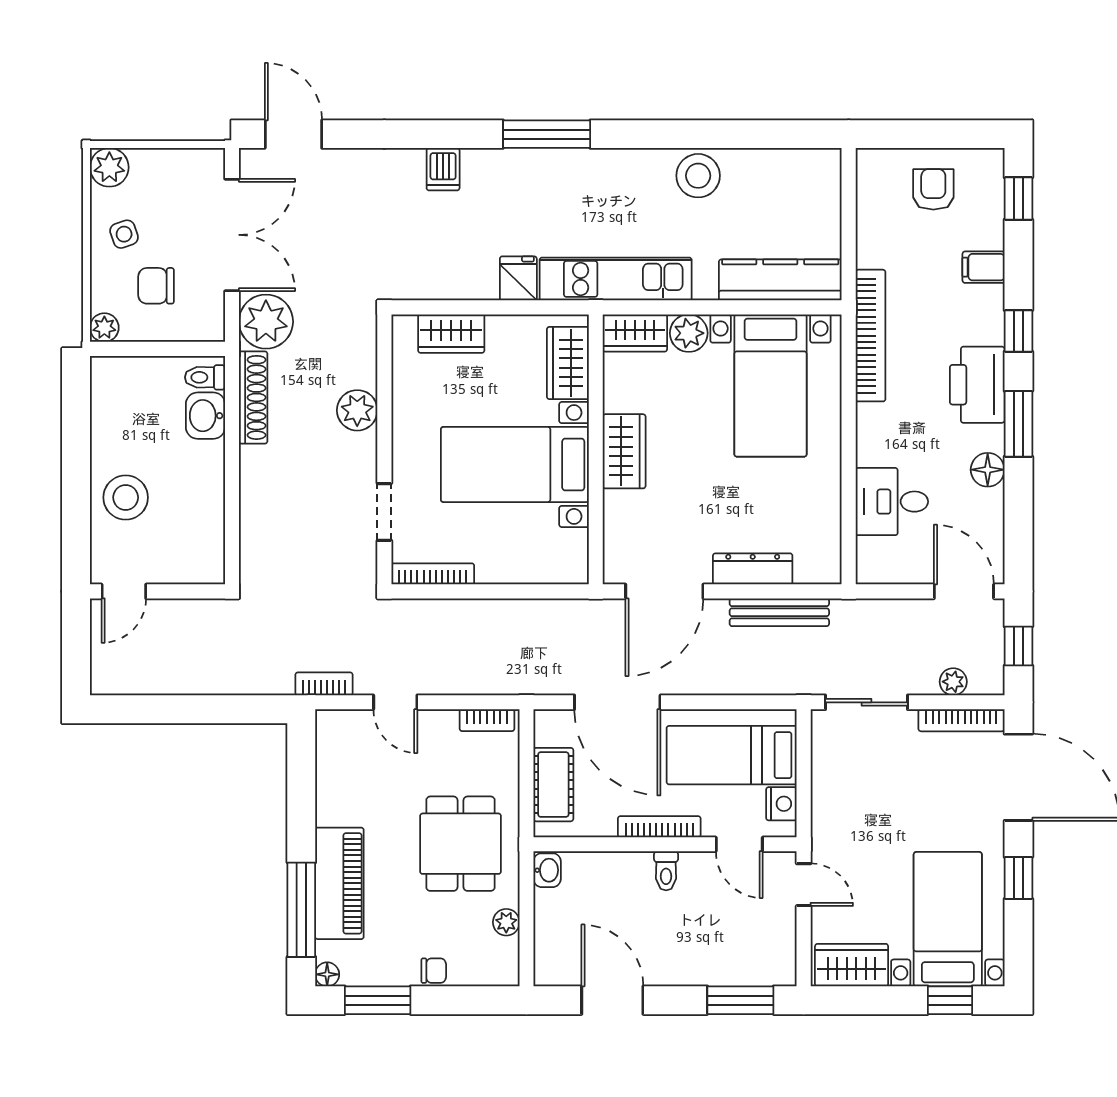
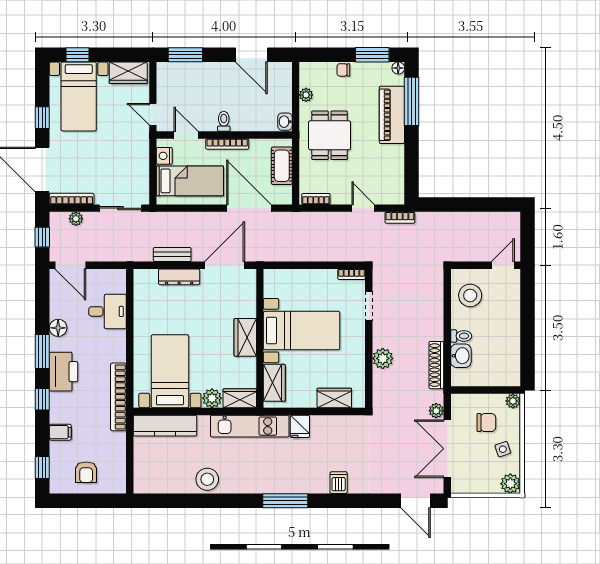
plant: (266, 322) -> (436, 411), width x0.53, depth x0.53
toilet: (205, 377) -> (461, 336), moved
stool: (126, 497) -> (470, 295), moved
bookcase: (433, 574) -> (352, 274), width x0.64
bench: (779, 612) -> (172, 254), width x0.73

